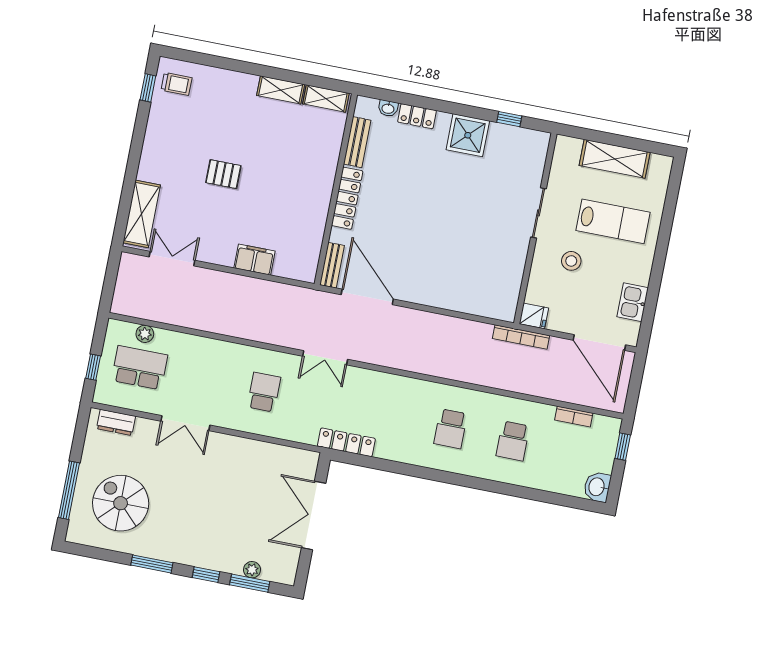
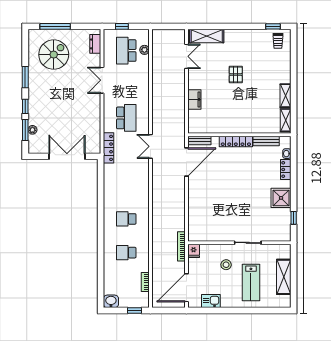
school desk: (139, 368) -> (126, 51), turned 180
school desk: (264, 392) -> (126, 118), width x1.85
locker: (346, 442) -> (108, 148), moved

